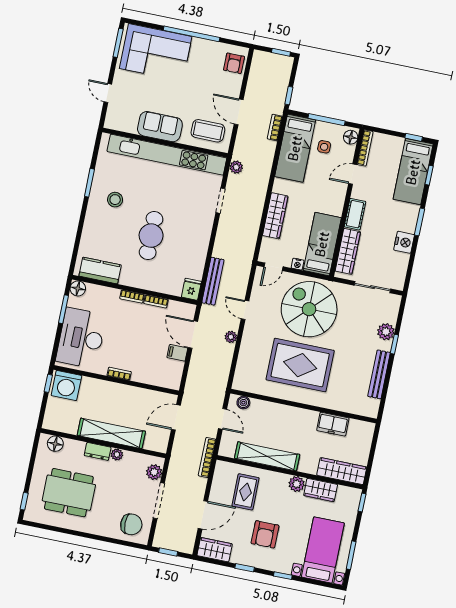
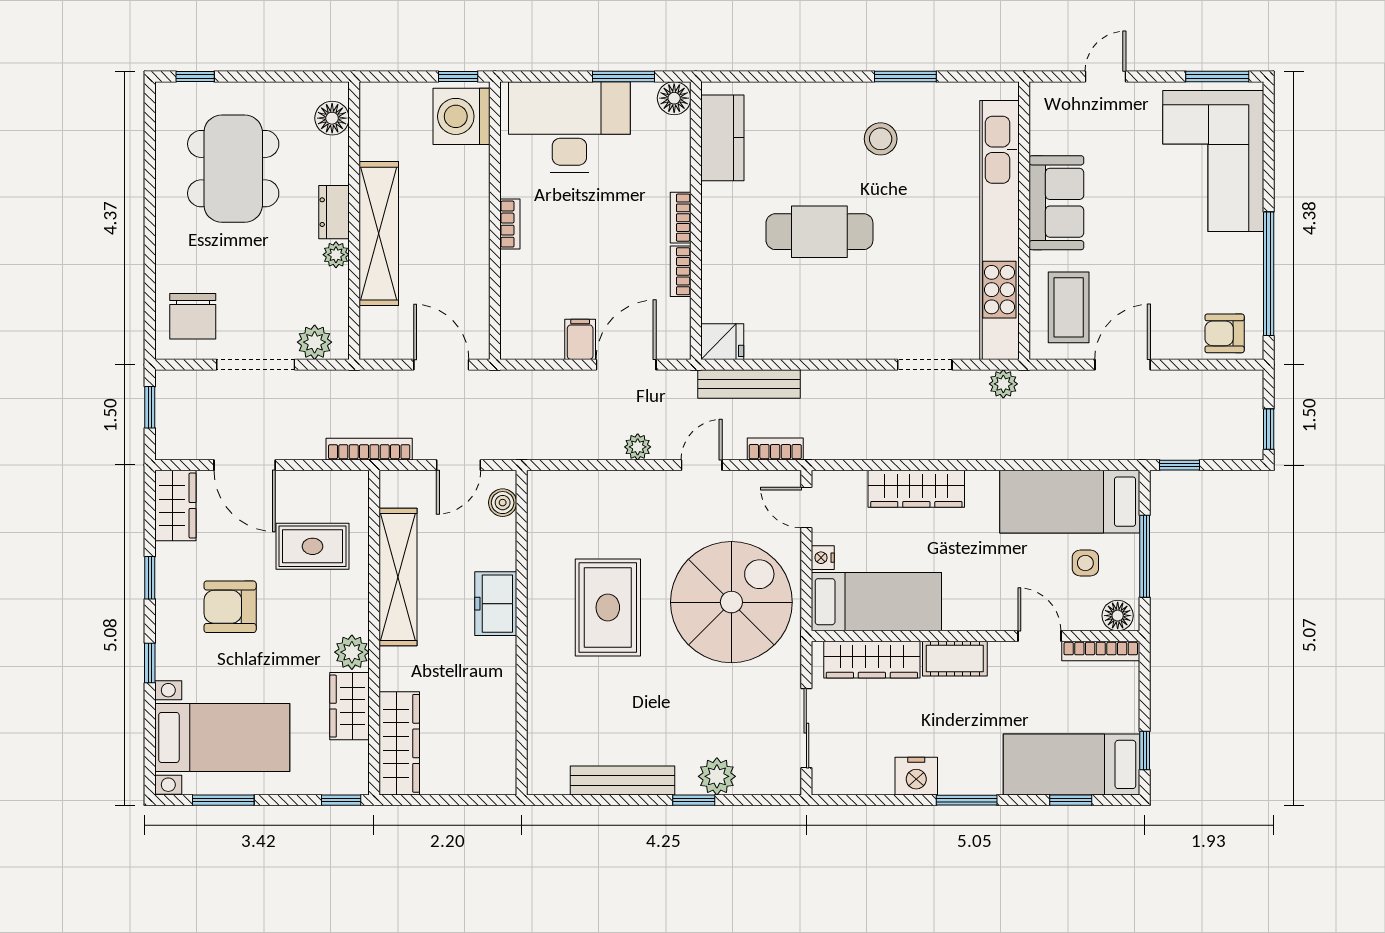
window: (192, 34) -> (1269, 274), moved
bookcase: (275, 127) -> (775, 449), moved
rug: (300, 365) -> (608, 608), width x0.73, depth x0.69
freezer: (333, 424) -> (496, 604), moved

